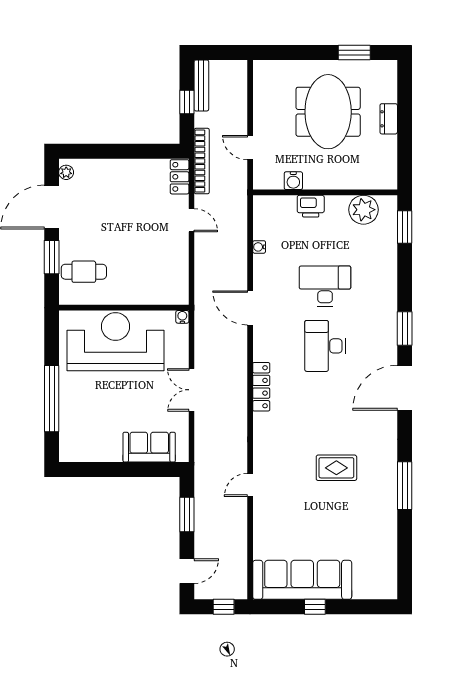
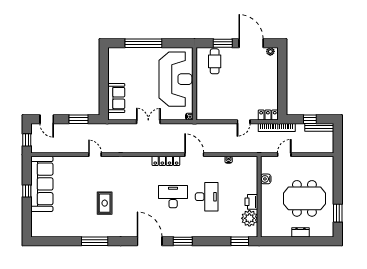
printer: (311, 206) -> (251, 202), moved
door: (250, 308) -> (194, 155), hinge flipped
locker: (261, 387) -> (166, 161), moved

